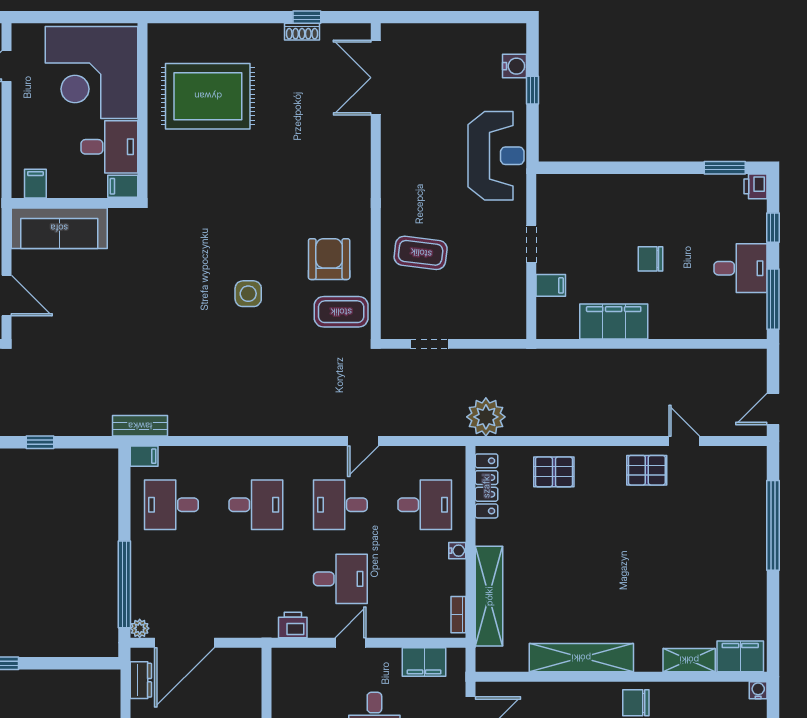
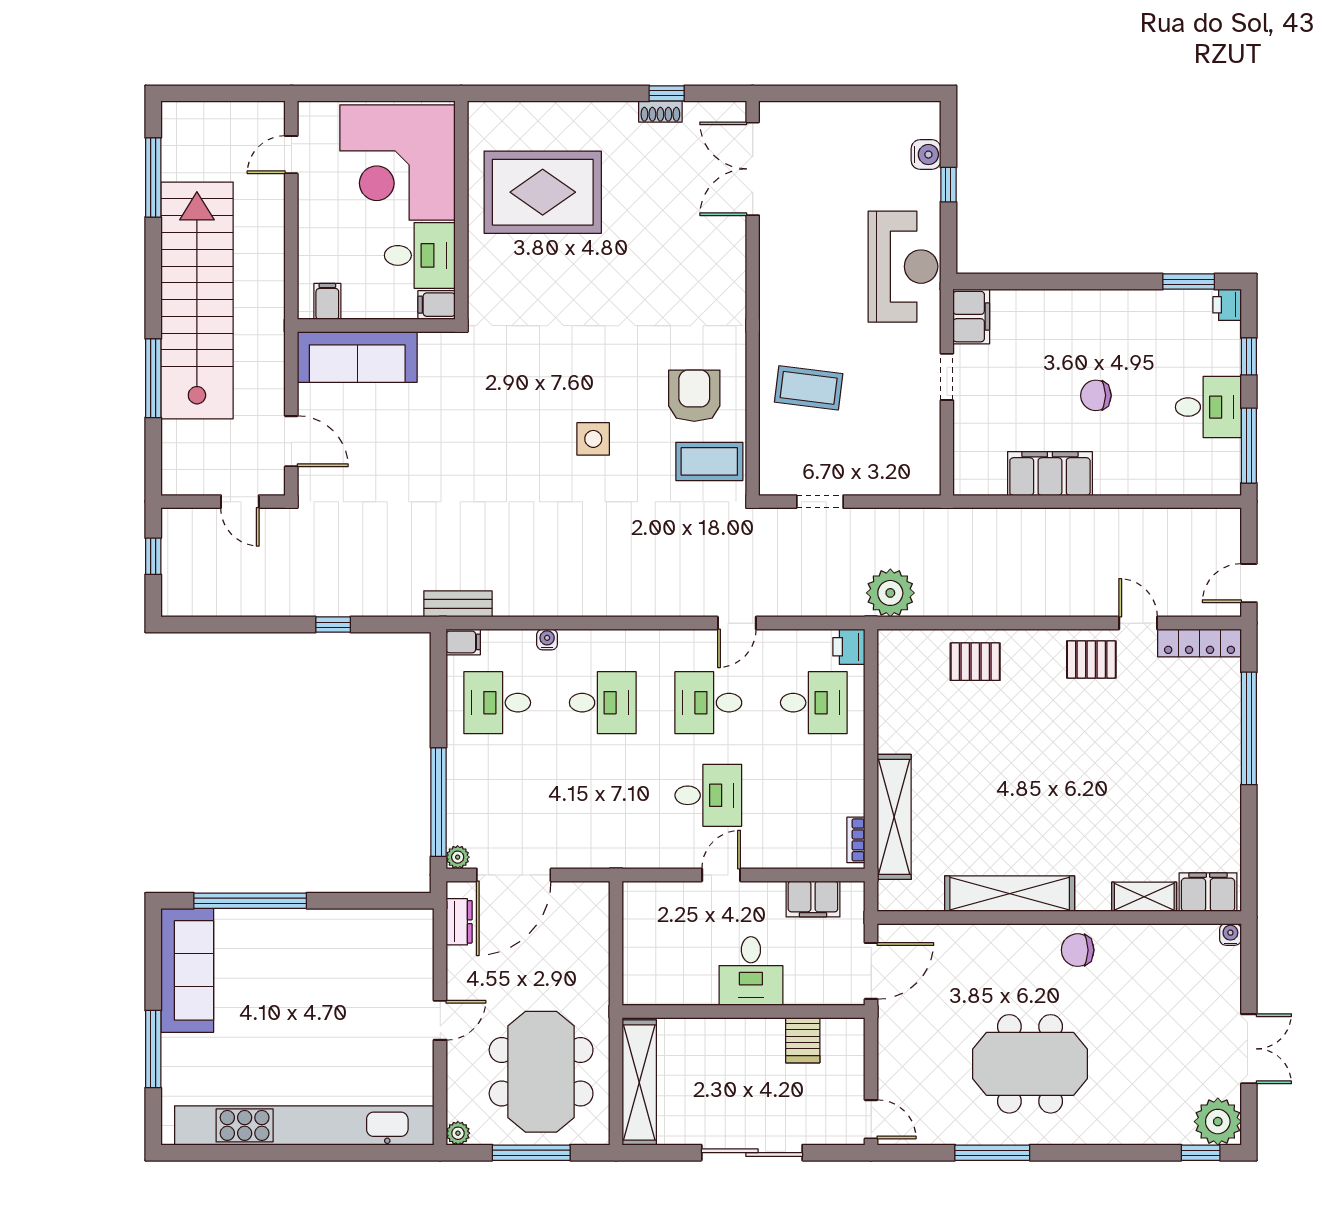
filing cabinet: (551, 285) -> (971, 317), moved, width x2.00
locker: (486, 486) -> (1200, 643), moved, turned 90
water cooler: (457, 551) -> (547, 640), moved, turned -90
printer: (293, 625) -> (849, 647), moved, turned -90

